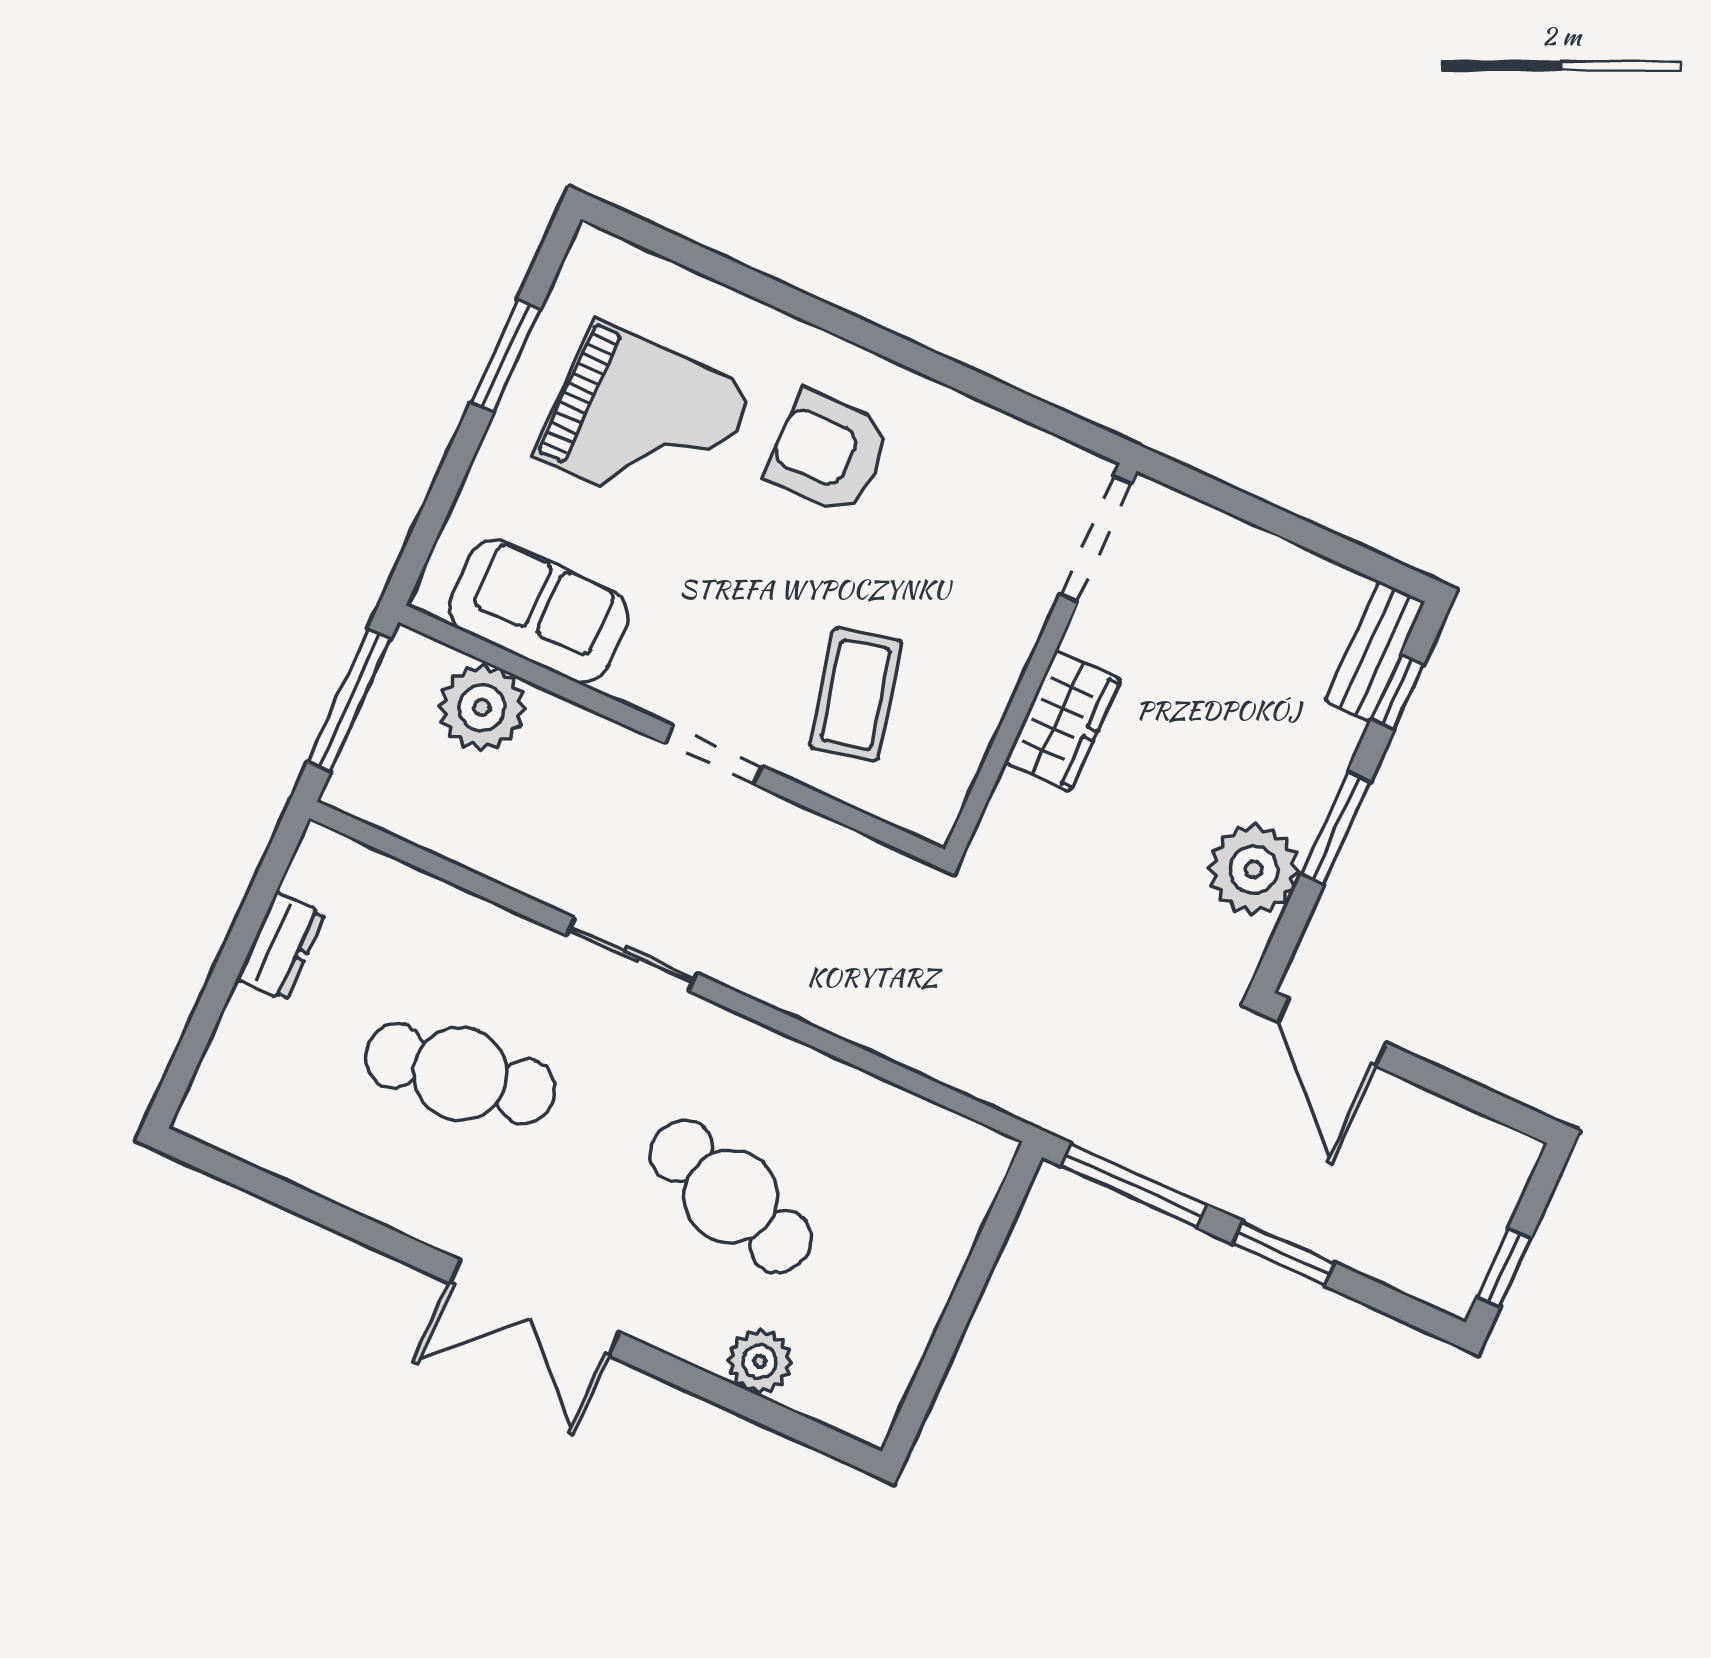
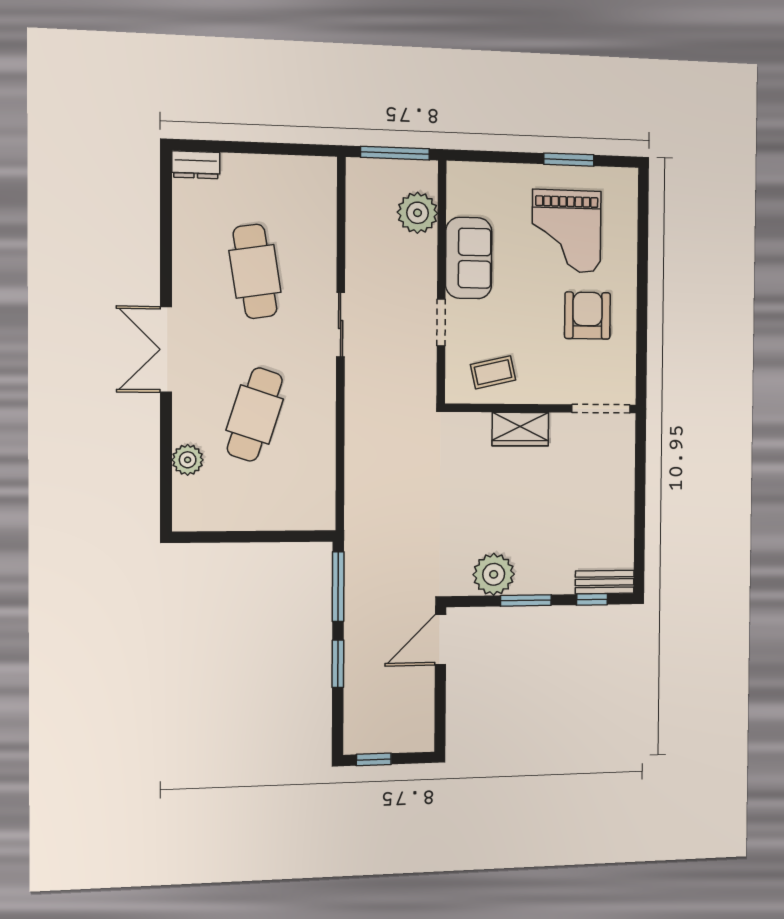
doorway: (1096, 539) -> (601, 409), moved
sofa: (539, 611) -> (469, 258), moved
wall: (1041, 660) -> (541, 408), moved
coffee table: (856, 694) -> (493, 372), width x0.73, depth x0.77
wardrobe: (1063, 721) -> (520, 429), moved
dresser: (281, 946) -> (196, 165), moved

